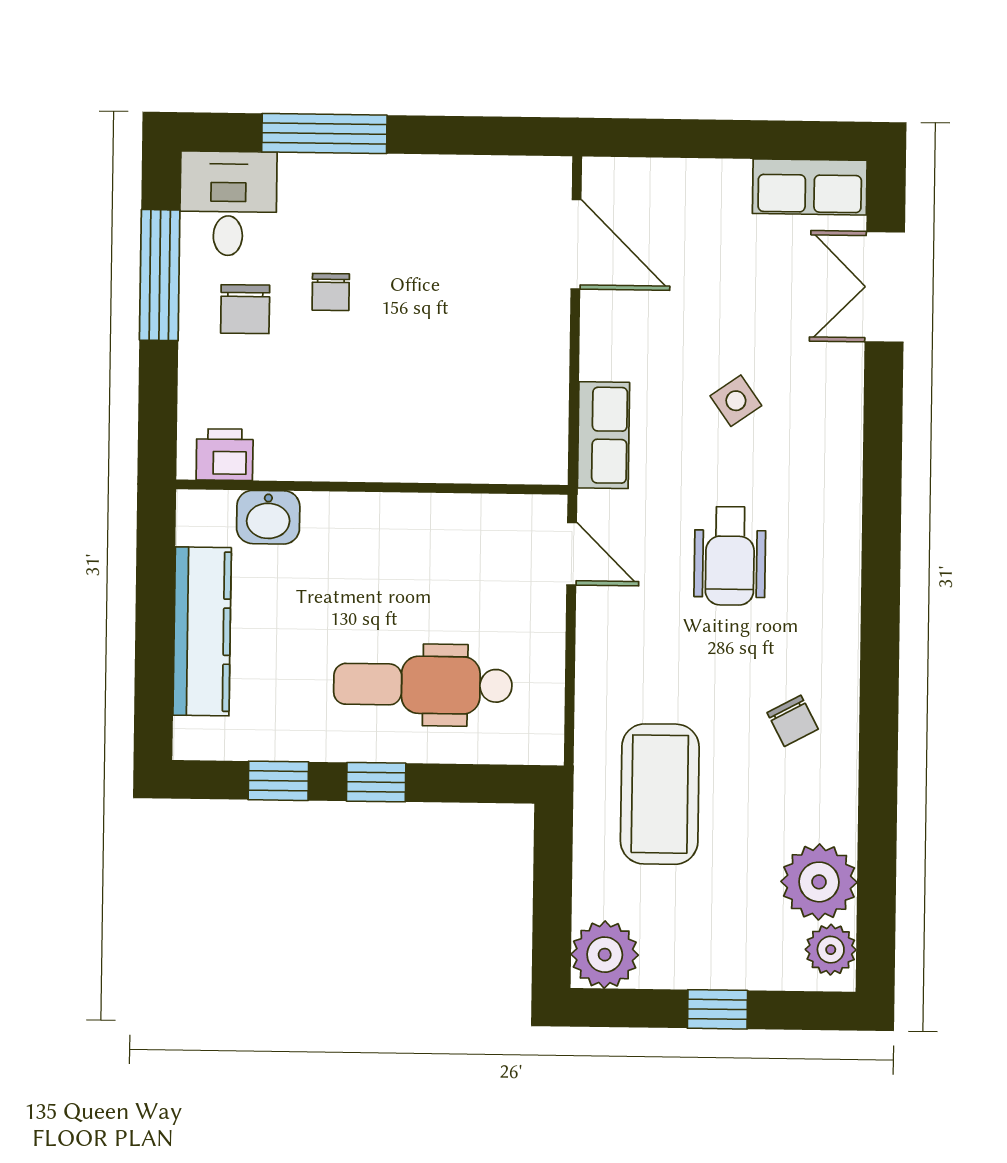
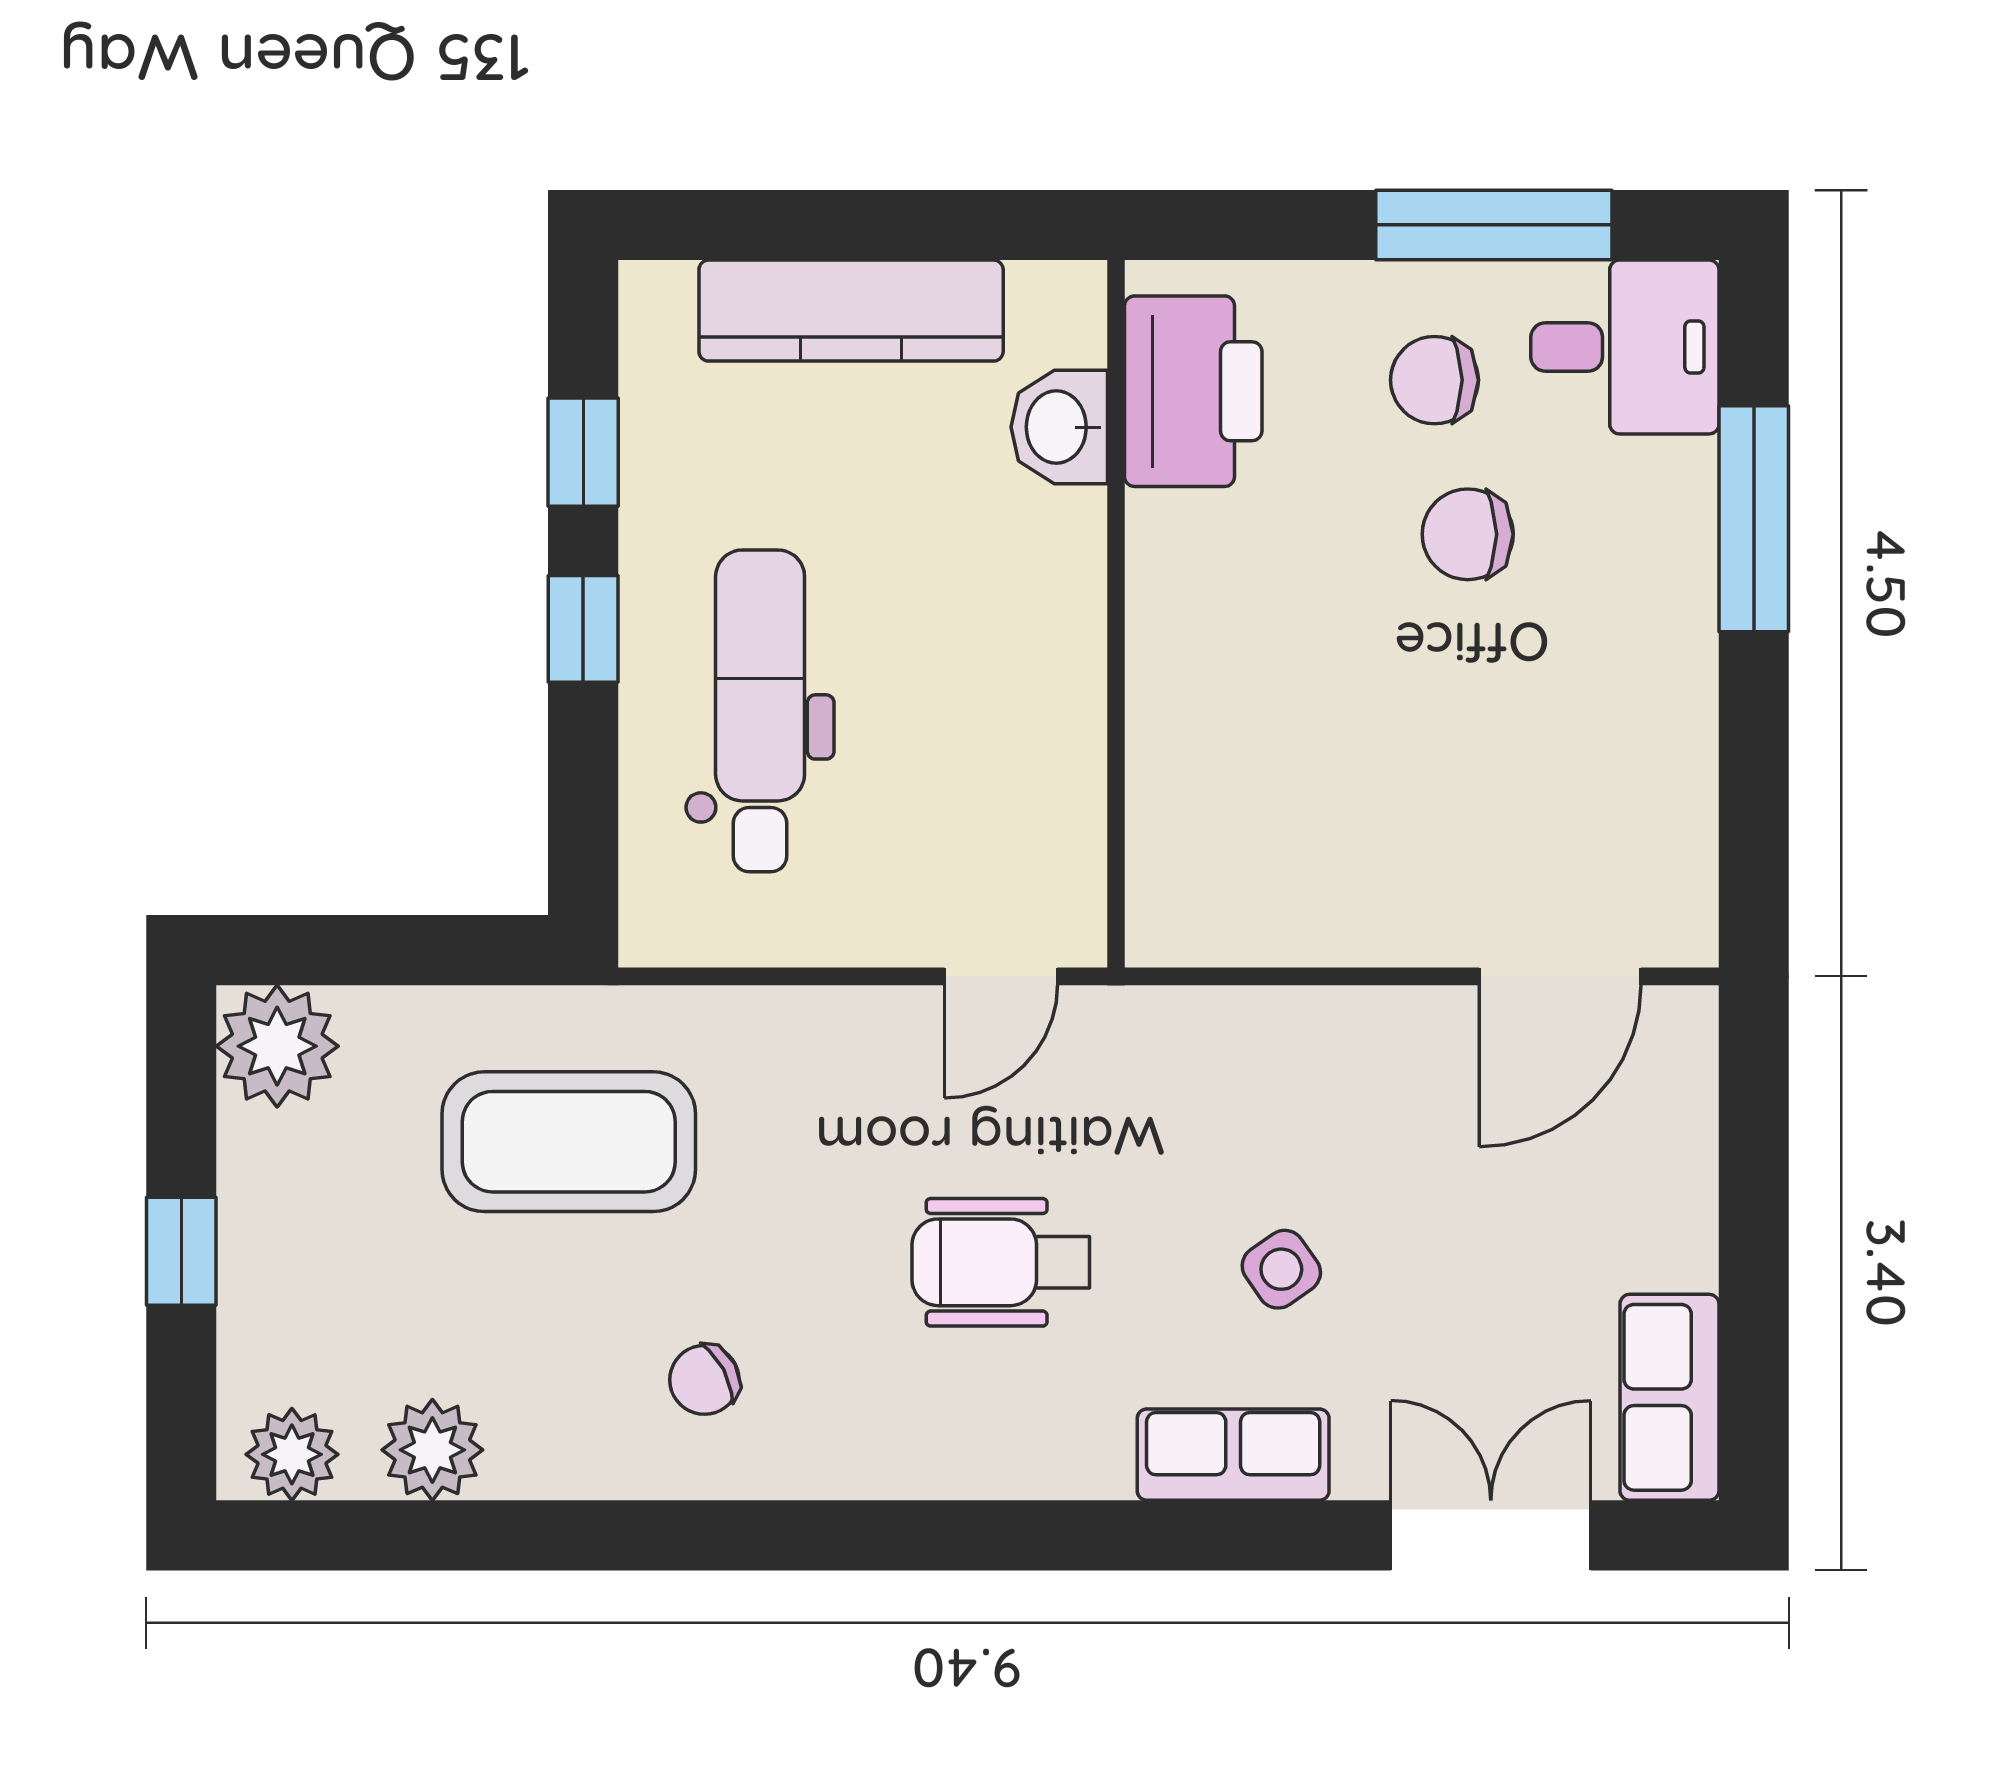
chair: (331, 292) -> (1468, 534), width x1.37, depth x1.37
row of seats: (604, 435) -> (1233, 1455), moved, turned 180
printer: (225, 455) -> (1193, 391), width x1.87, depth x1.48
plant: (819, 882) -> (432, 1450), width x0.73, depth x0.73

